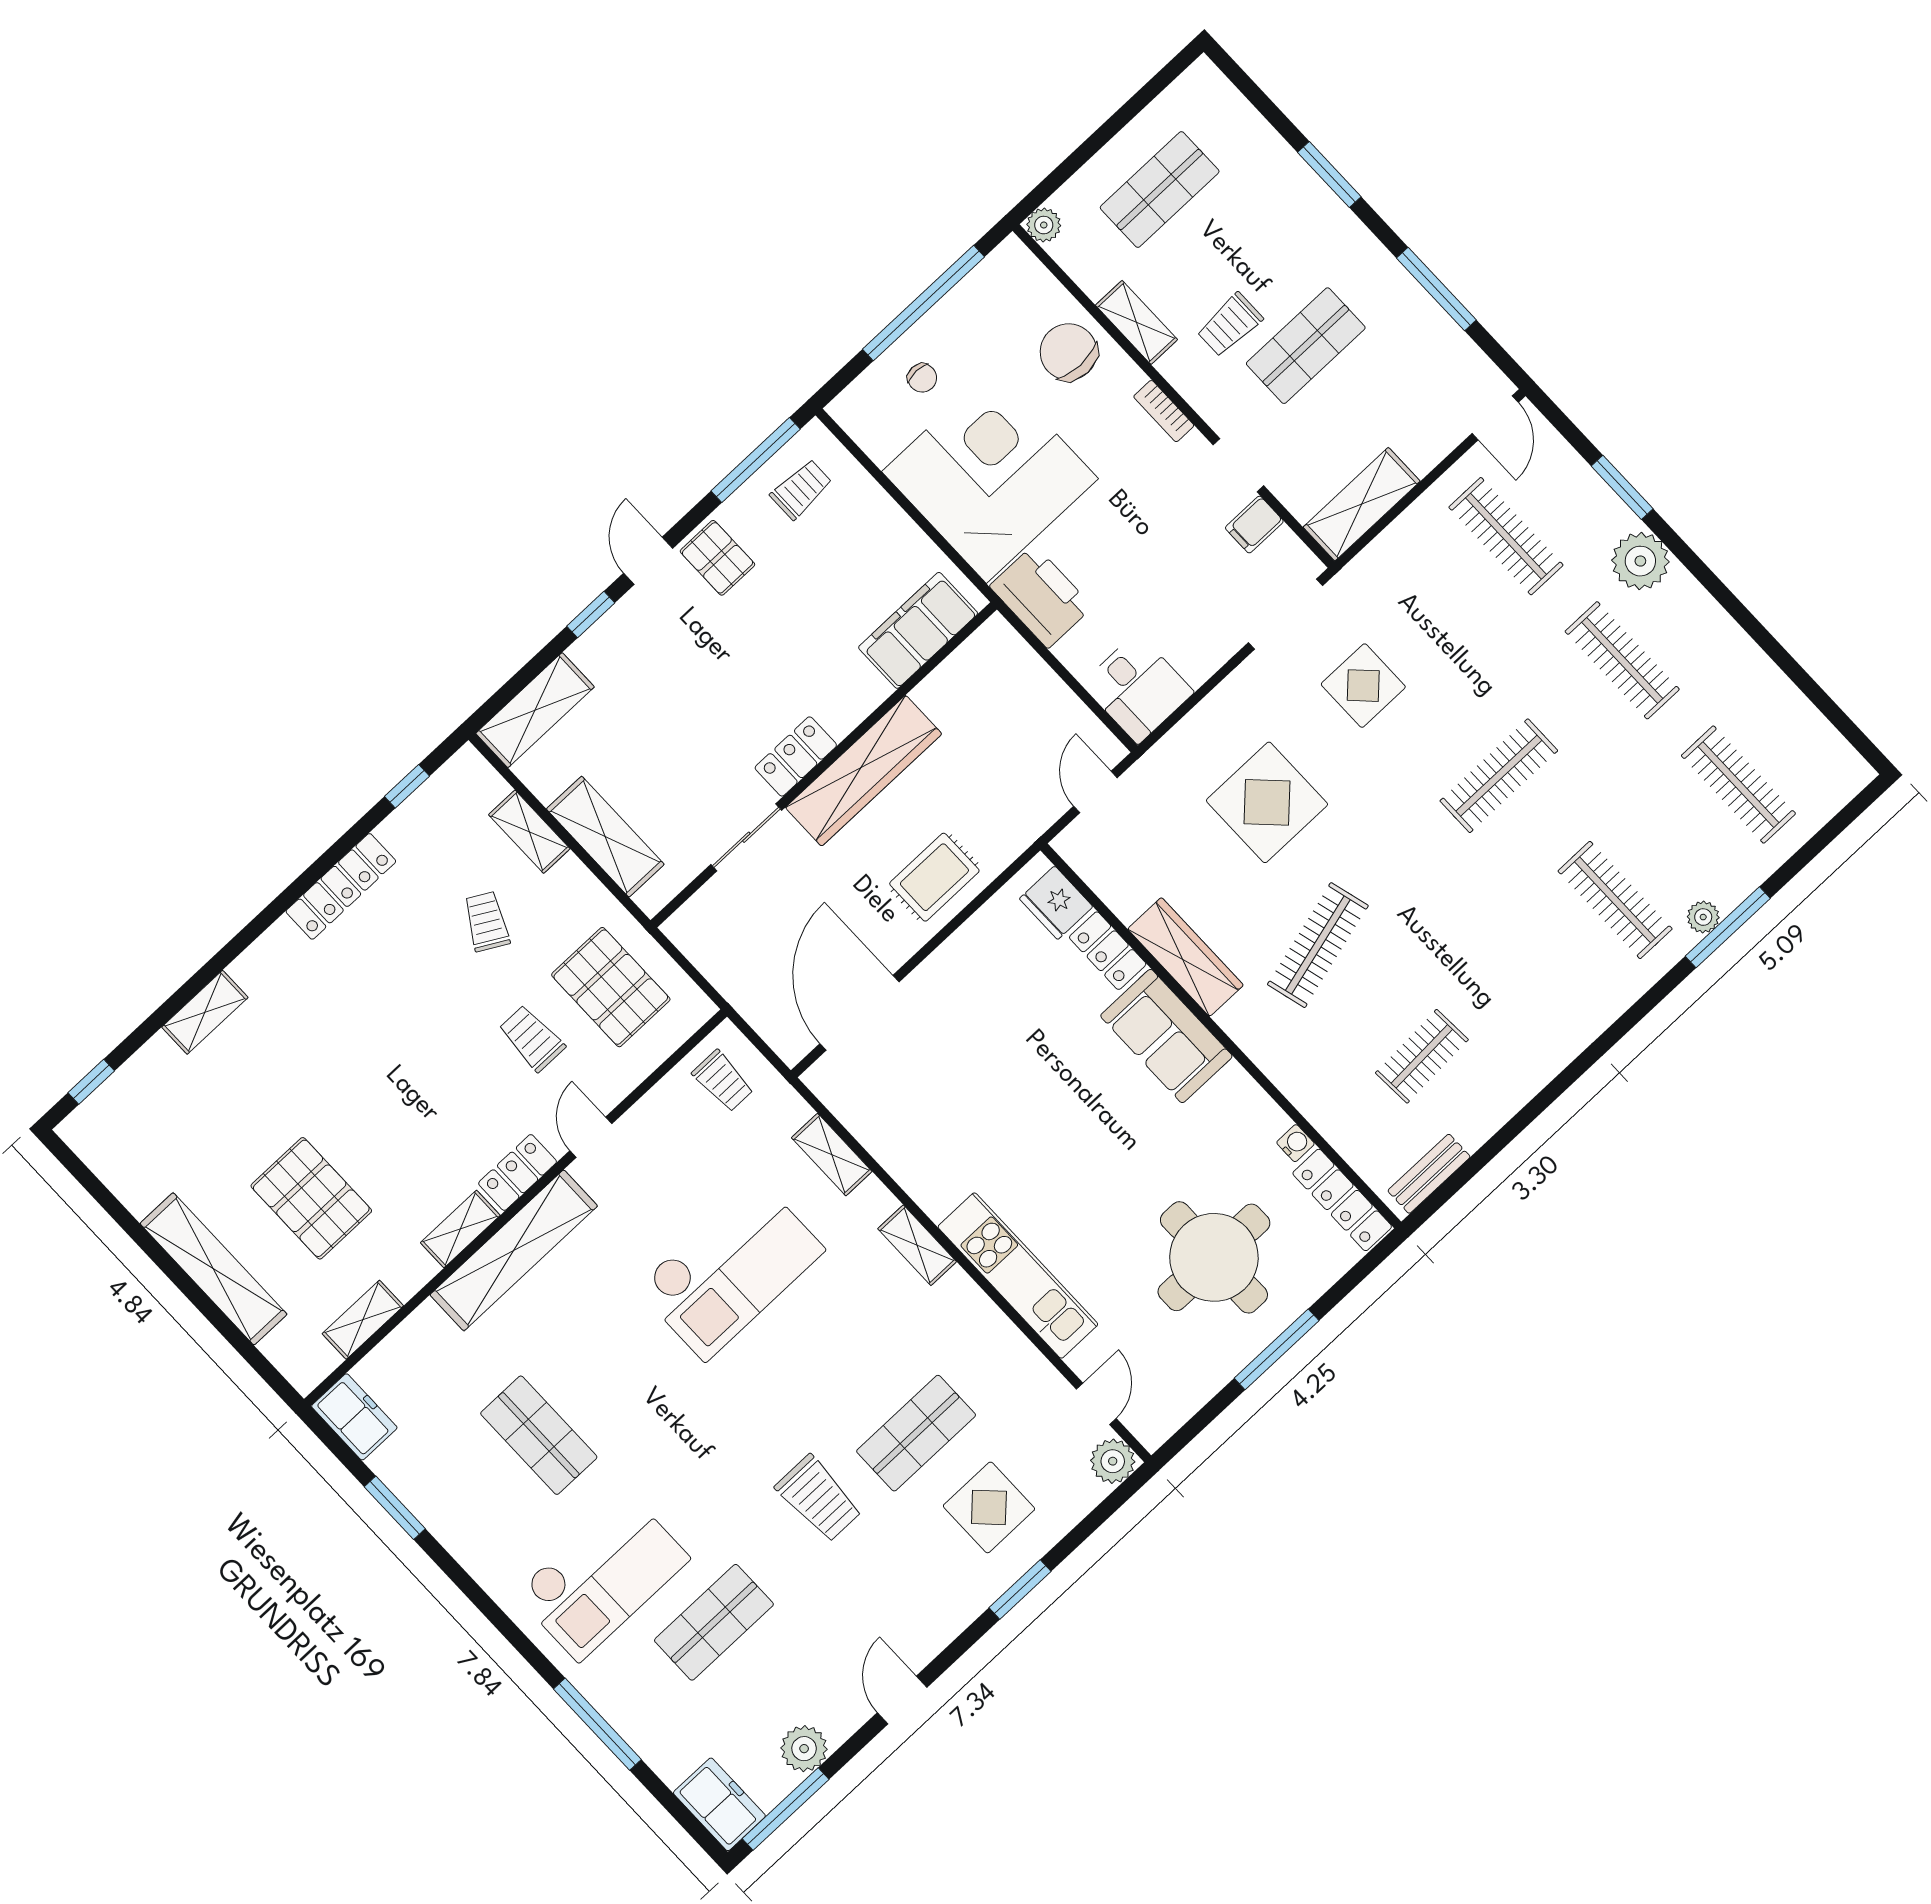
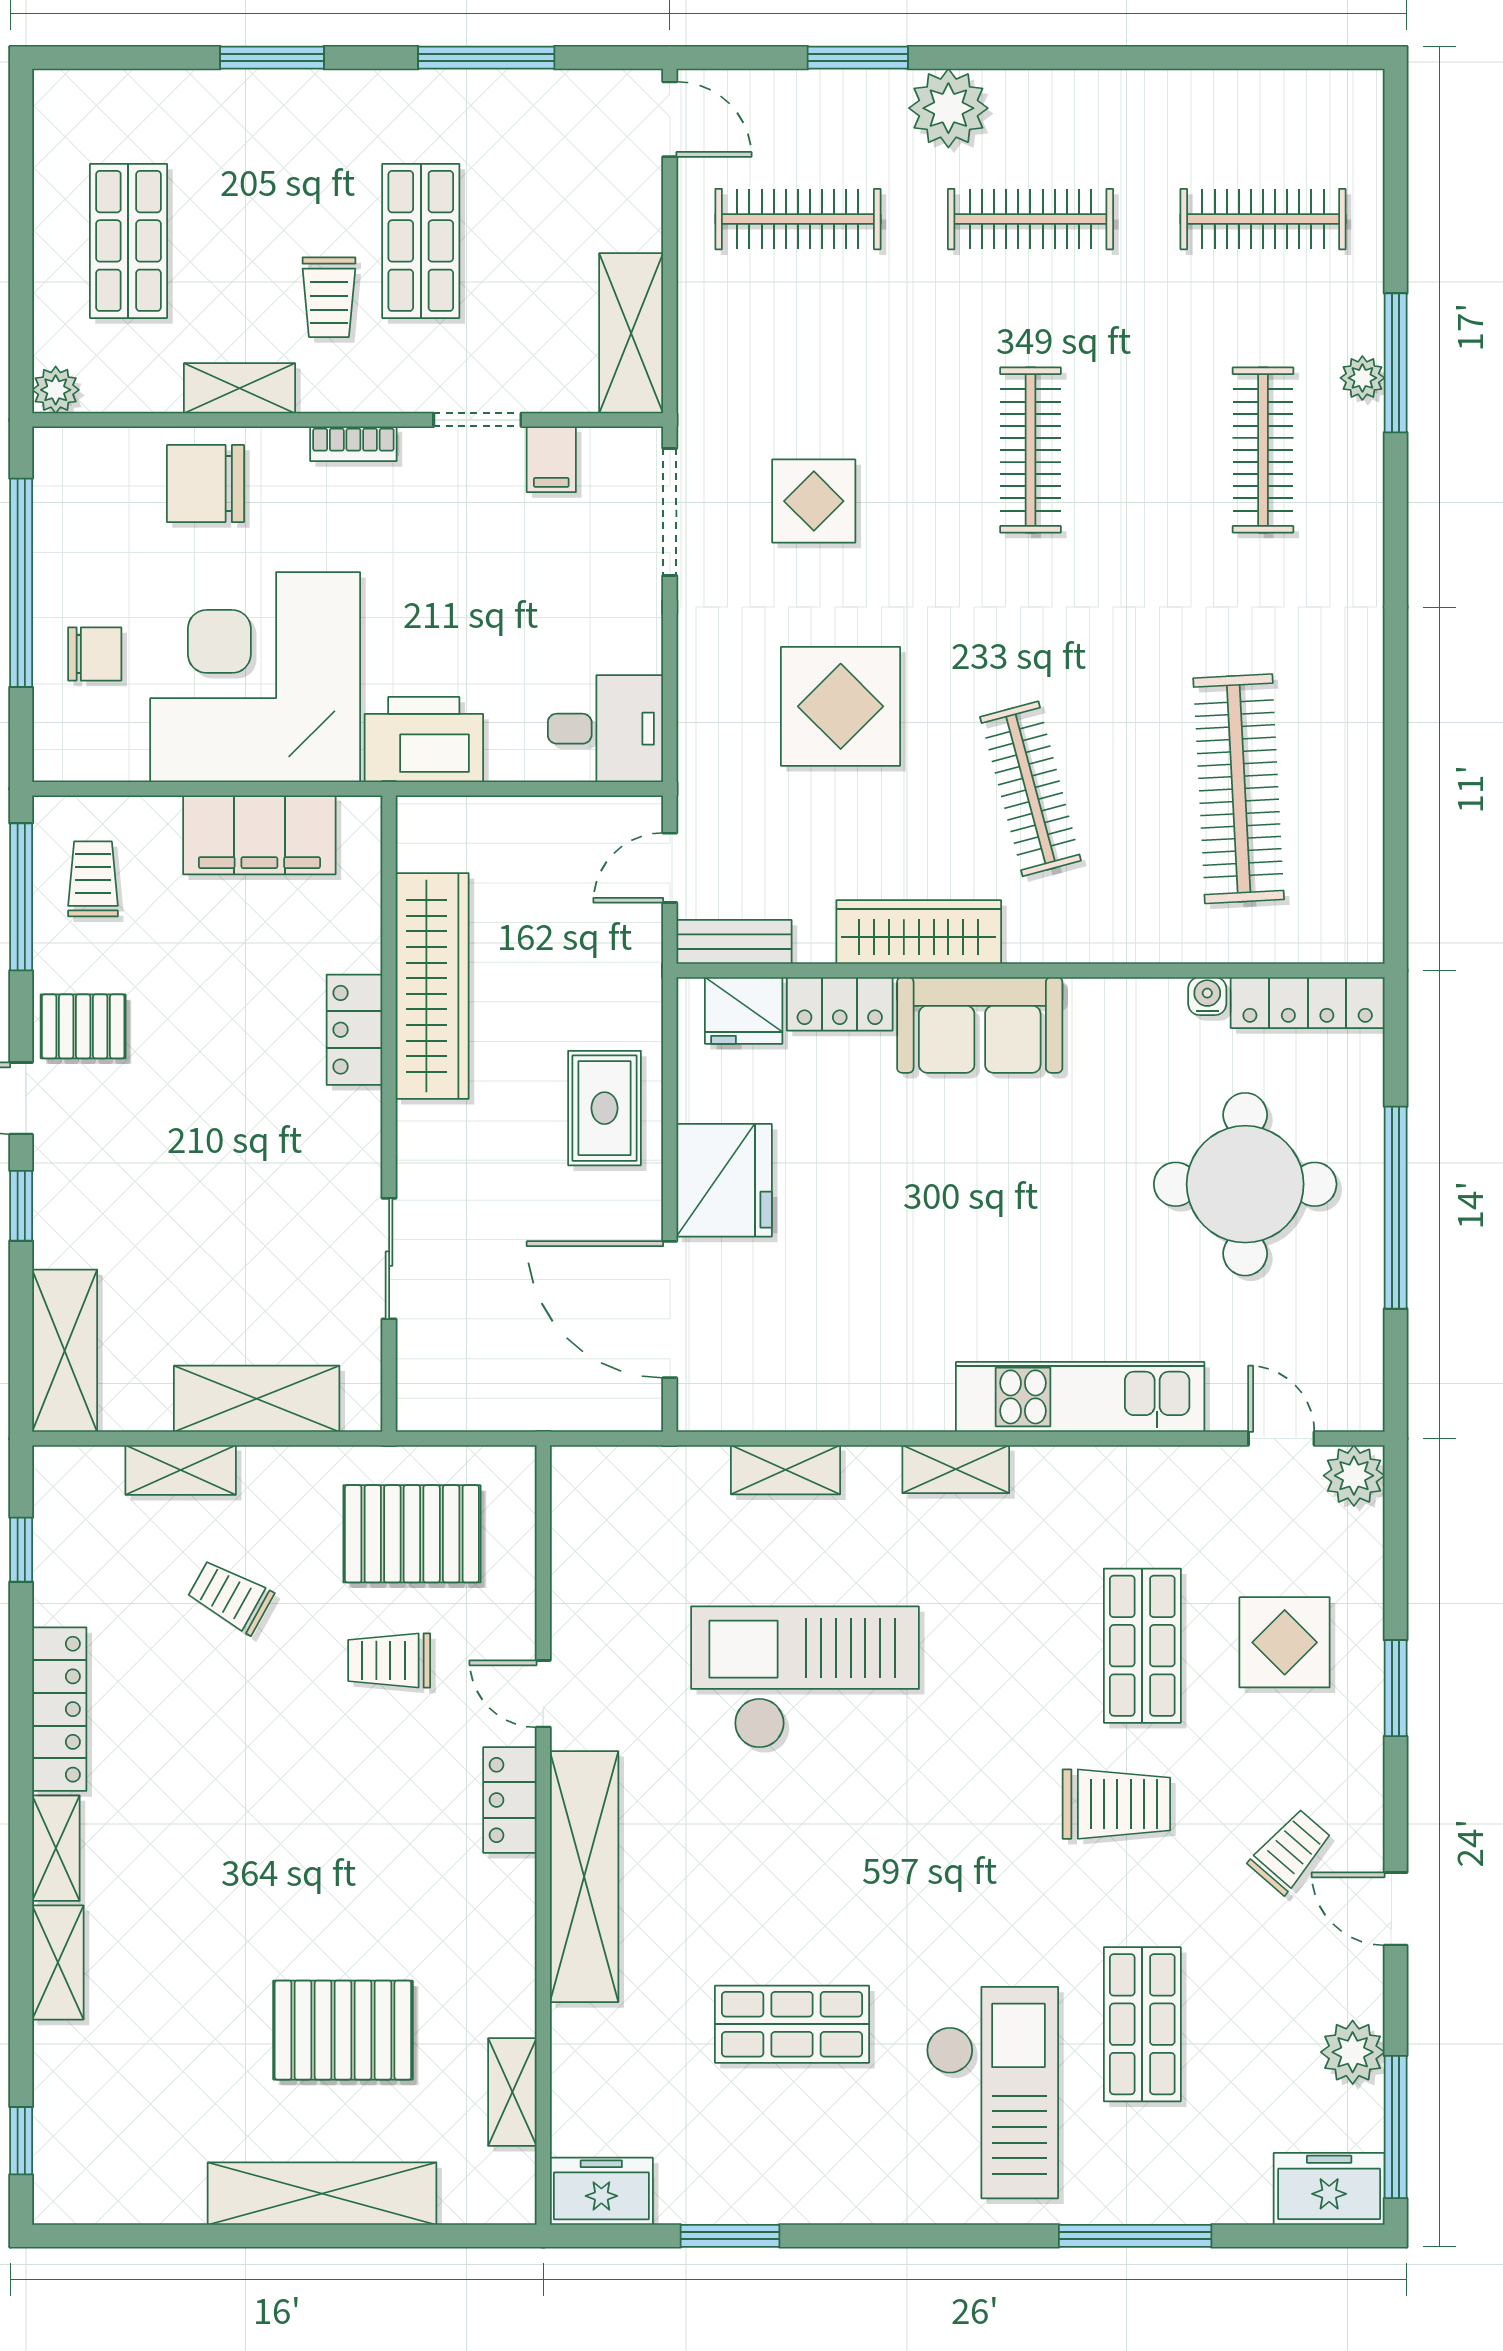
chair: (922, 378) -> (95, 654), width x1.37, depth x1.37
filing cabinet: (918, 630) -> (259, 835), moved, turned -90
locker: (796, 756) -> (355, 1030), moved
wardrobe: (864, 771) -> (432, 986), moved
door: (1095, 792) -> (670, 868), hinge flipped
clothes rail: (1615, 900) -> (1263, 450), turned 90
fridge: (956, 977) -> (724, 1180), added
clothes rail: (1422, 1056) -> (1239, 789), width x1.86, depth x1.31
trolley: (723, 1081) -> (1290, 1851), moved, turned -49
bench: (1429, 1174) -> (734, 942), moved, turned 90
shelving: (460, 1229) -> (56, 1848), moved
checkout: (731, 1269) -> (805, 1678), turned -90
window: (1277, 1349) -> (1396, 1208), width x1.46

